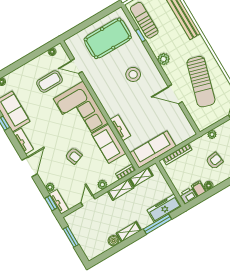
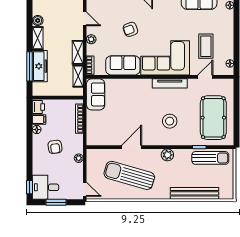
tv unit: (120, 128) -> (170, 83), moved, width x1.41
sofa: (153, 150) -> (96, 94), width x0.73
freezer: (164, 208) -> (40, 66), moved

